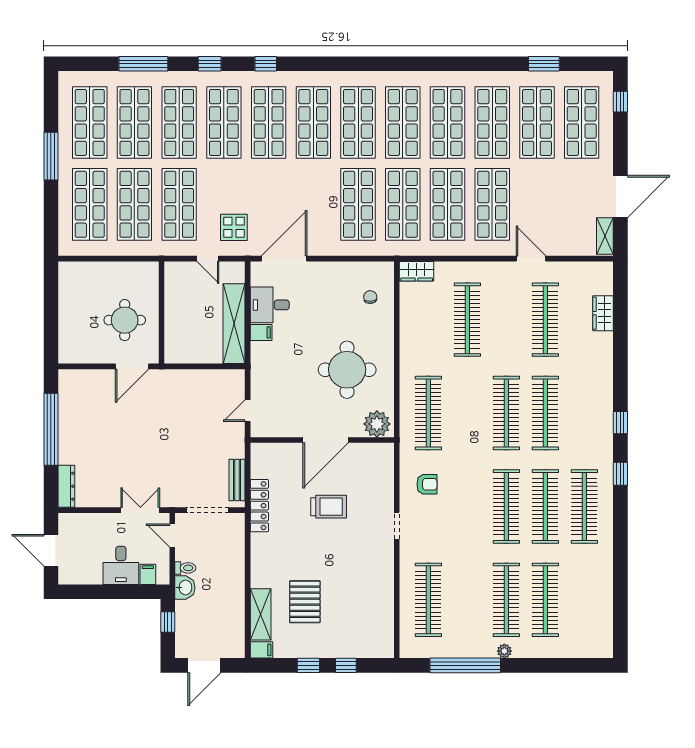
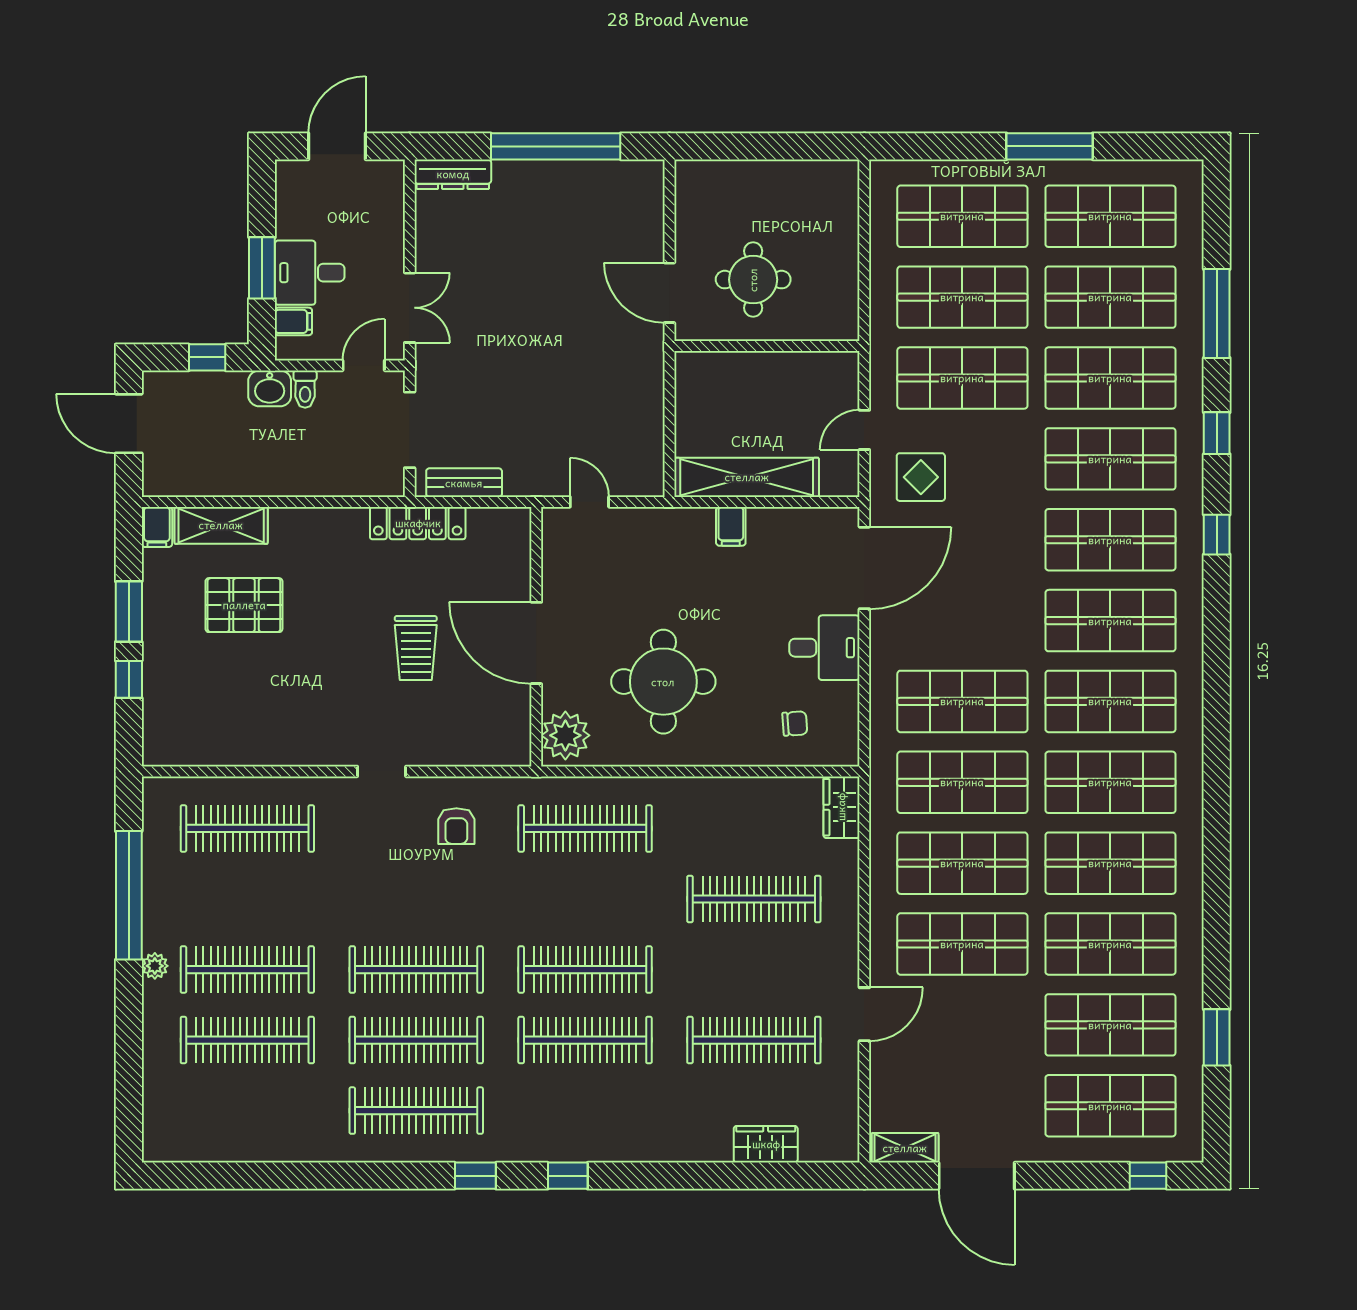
door: (284, 259) -> (864, 568), hinge flipped
desk: (270, 305) -> (824, 648), moved, turned 90
window: (118, 592) -> (262, 268), added
window: (308, 665) -> (129, 612), width x1.50

